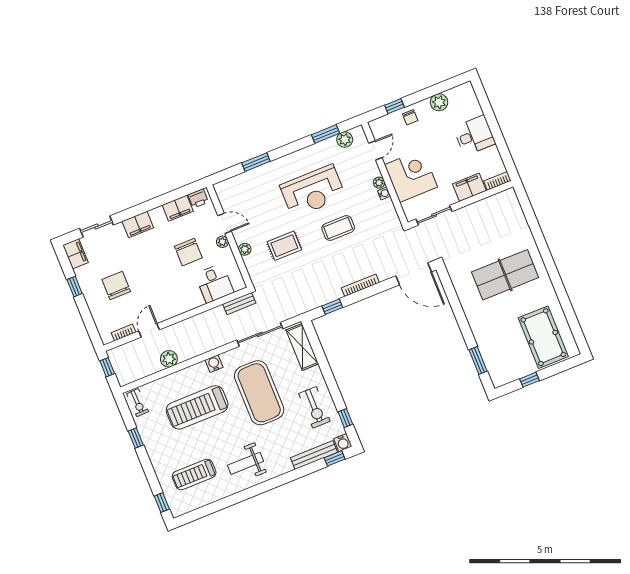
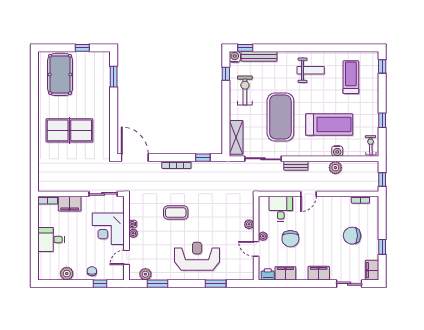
reception desk: (313, 191) -> (197, 256), moved
rug: (284, 246) -> (220, 215), removed
chair: (188, 252) -> (290, 239), turned 180
chair: (116, 286) -> (352, 236), turned 90
bench: (239, 304) -> (296, 166), moved
door: (149, 330) -> (308, 194), moved
water cooler: (214, 364) -> (337, 151), moved
treadmill: (194, 474) -> (351, 77), turned -90

